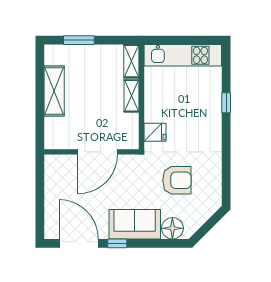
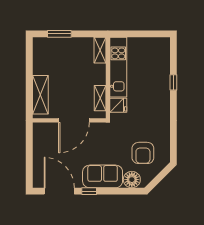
kitchen unit: (183, 55) -> (118, 67), moved, turned -90
shelving: (54, 91) -> (40, 95), moved
shelving: (132, 96) -> (100, 98), moved
armchair: (177, 180) -> (143, 153), moved, turned 90

